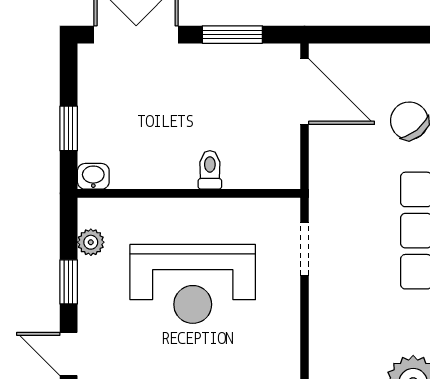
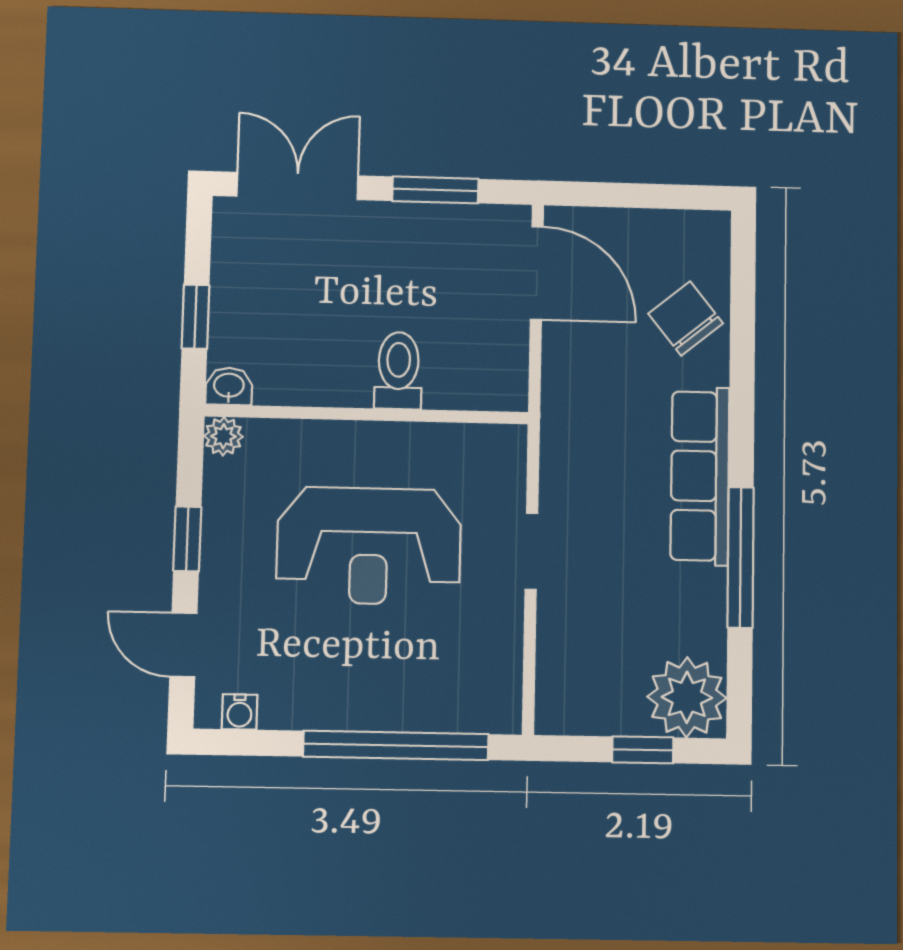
toilet: (210, 170) -> (398, 371), width x1.37, depth x1.39
plant: (91, 242) -> (223, 436), moved
doorway: (305, 249) -> (531, 551), moved

